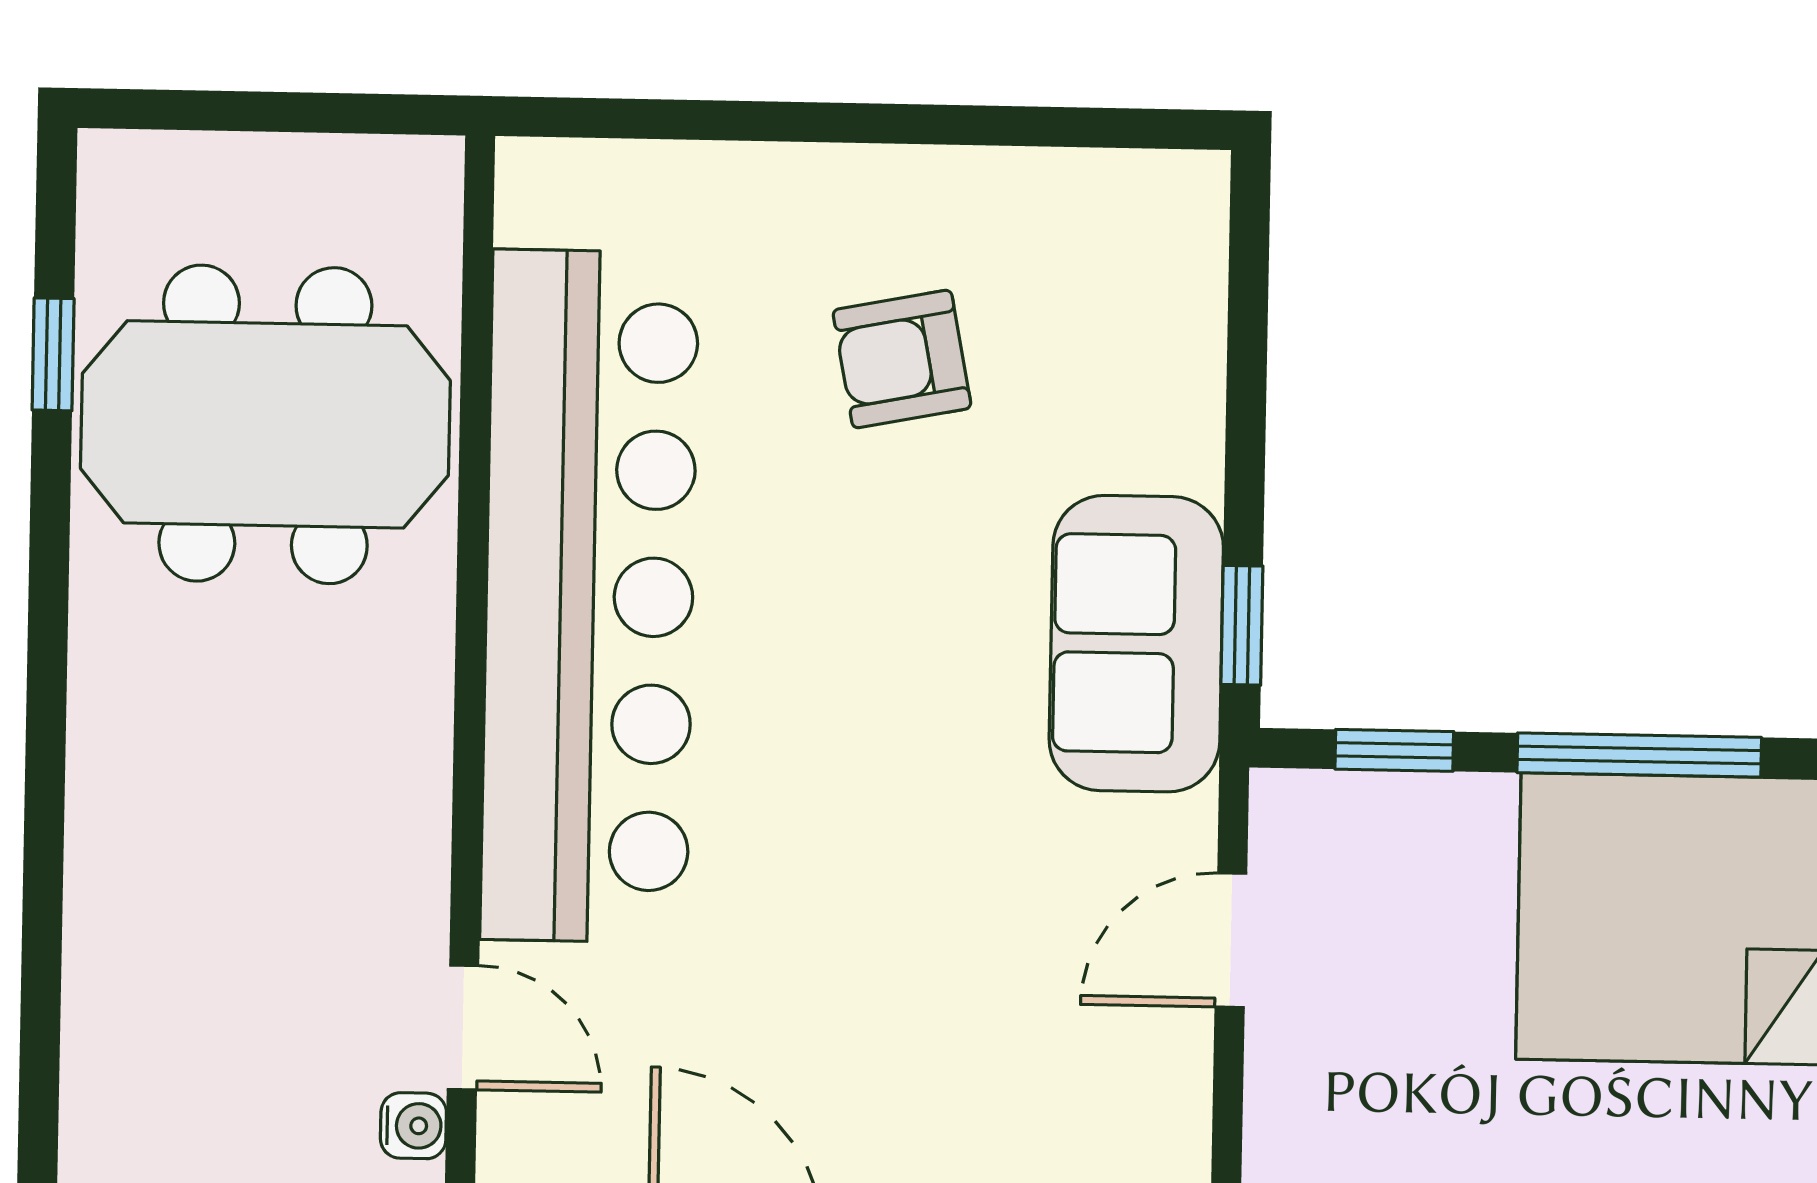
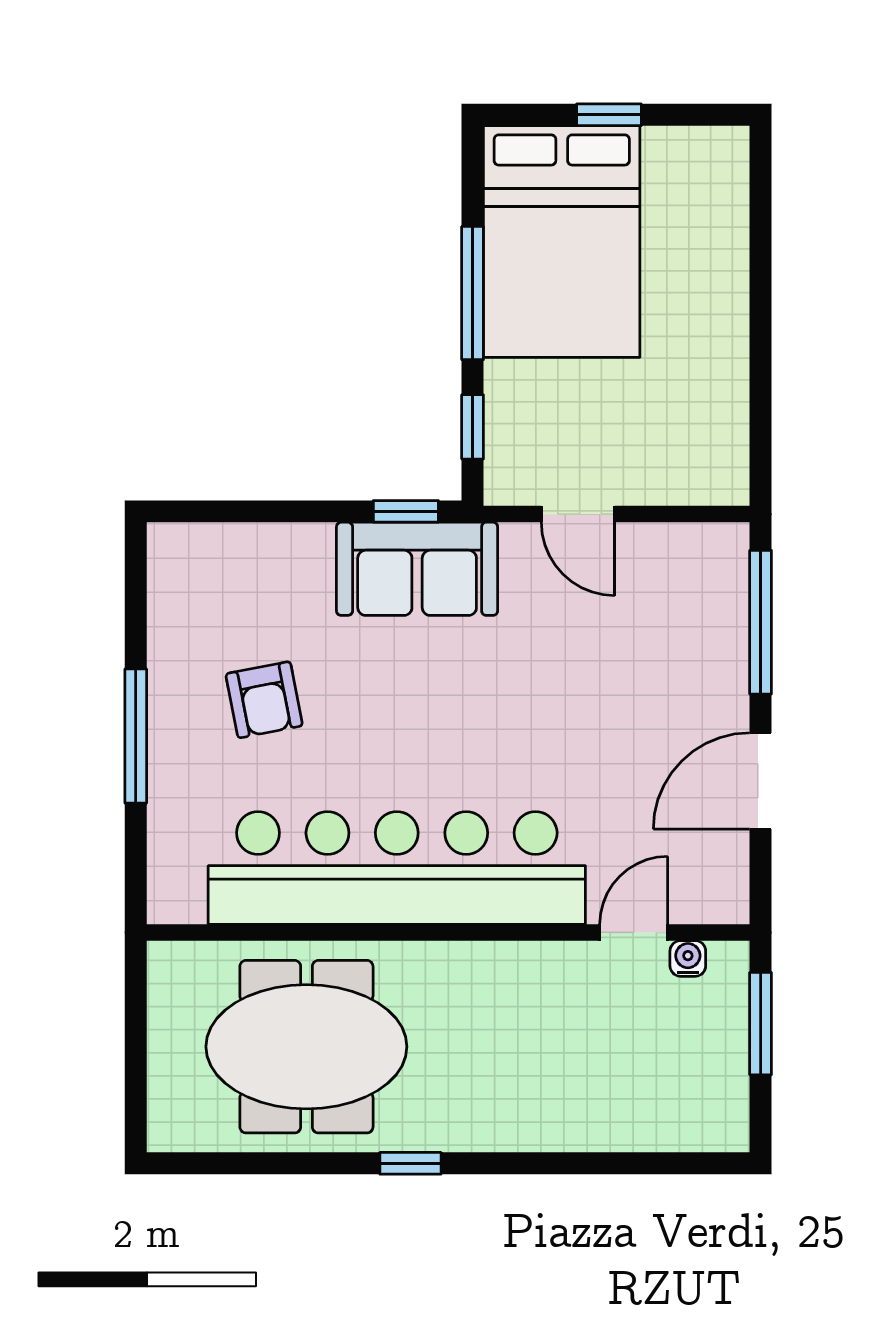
window: (840, 123) -> (136, 736), added
window: (53, 354) -> (410, 1163), moved
meeting table: (265, 424) -> (306, 1047), turned 90

